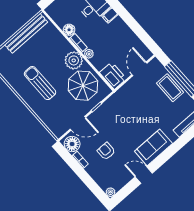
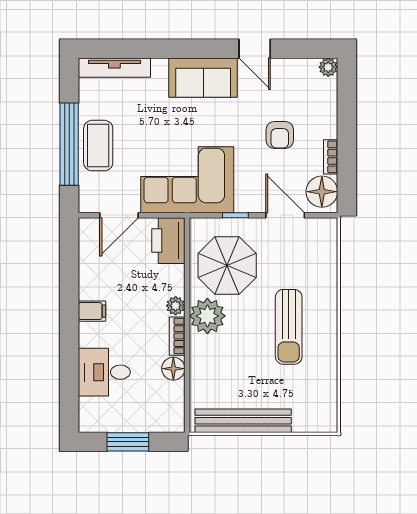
filing cabinet: (110, 15) -> (92, 311), moved
corner sofa: (126, 104) -> (187, 180), added

